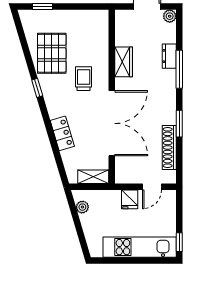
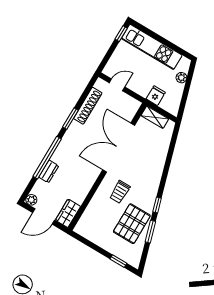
window: (28, 57) -> (150, 232), added
wardrobe: (124, 62) -> (68, 213), moved
window: (179, 69) -> (47, 158), width x1.46
locker: (62, 133) -> (159, 162), removed
fridge: (130, 199) -> (156, 96), moved
plant: (82, 207) -> (181, 78), moved

